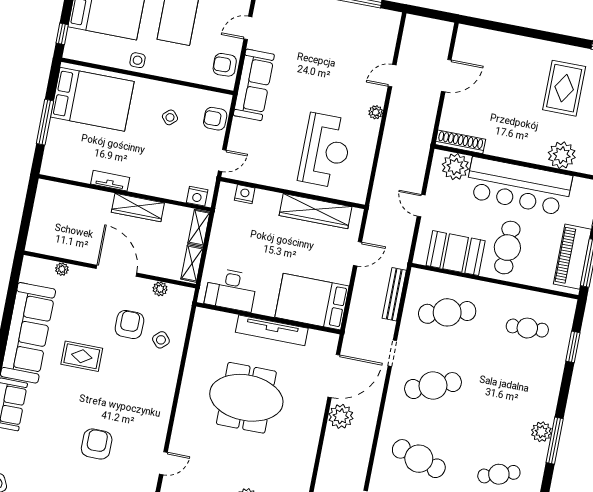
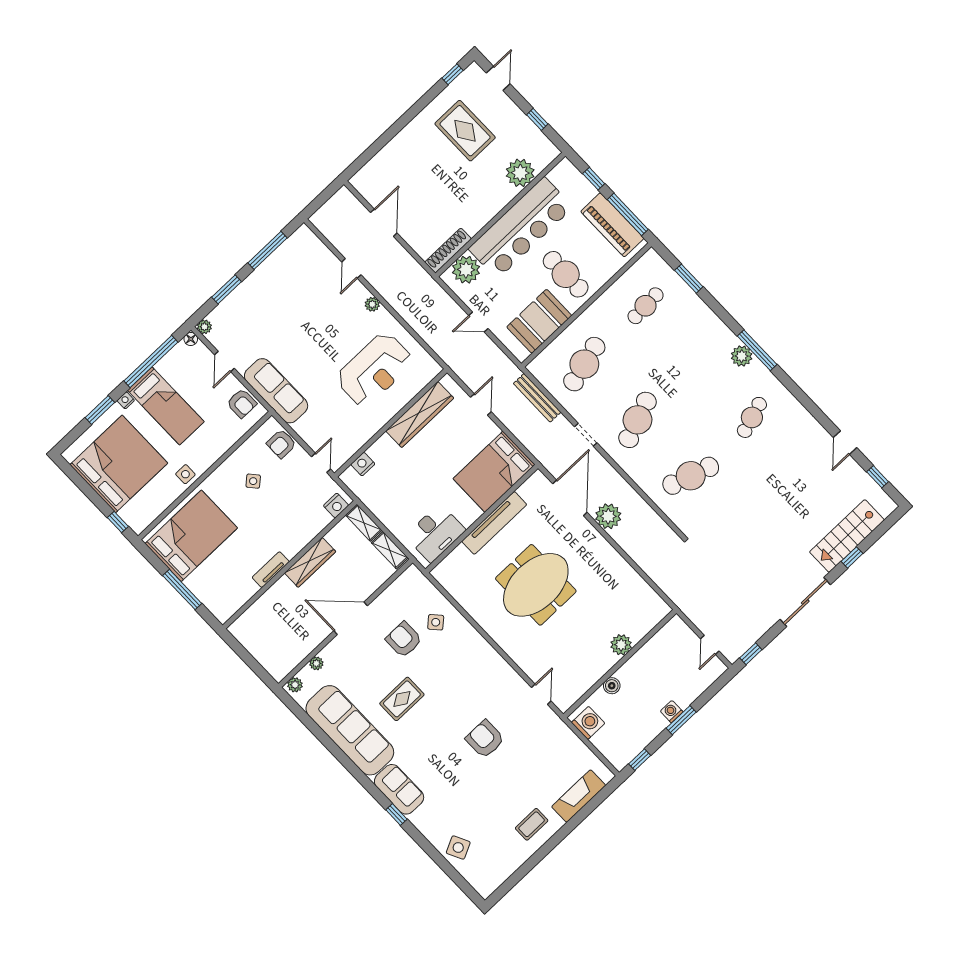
armchair: (225, 65) -> (242, 403), turned -88
reception desk: (326, 150) -> (374, 370), turned 90
plant: (160, 289) -> (295, 685), moved

